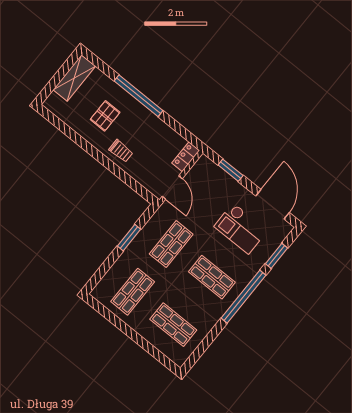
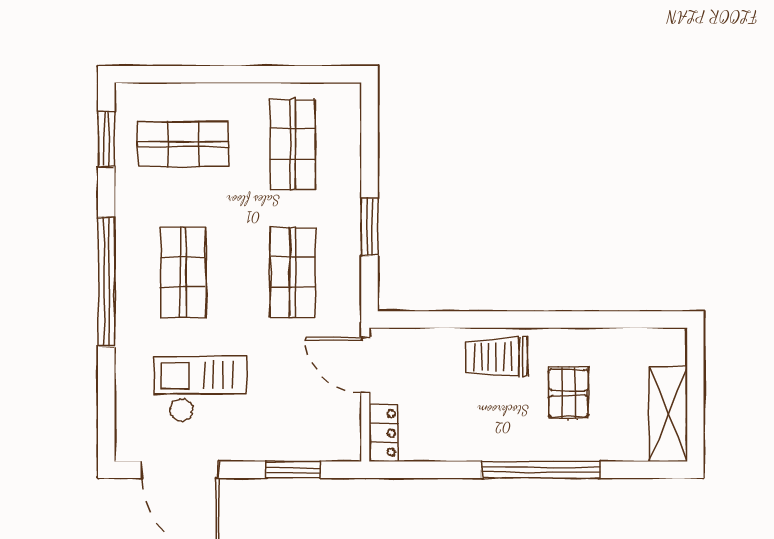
trolley: (121, 151) -> (497, 357), width x1.36, depth x1.39
window: (276, 256) -> (106, 139), moved
shop shelf: (212, 277) -> (183, 272), turned 90

